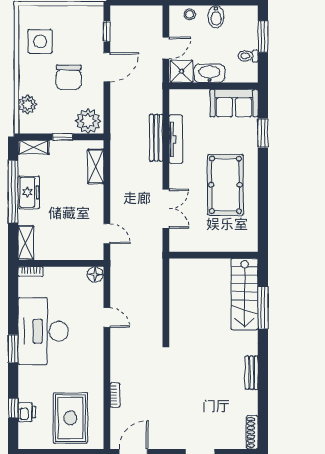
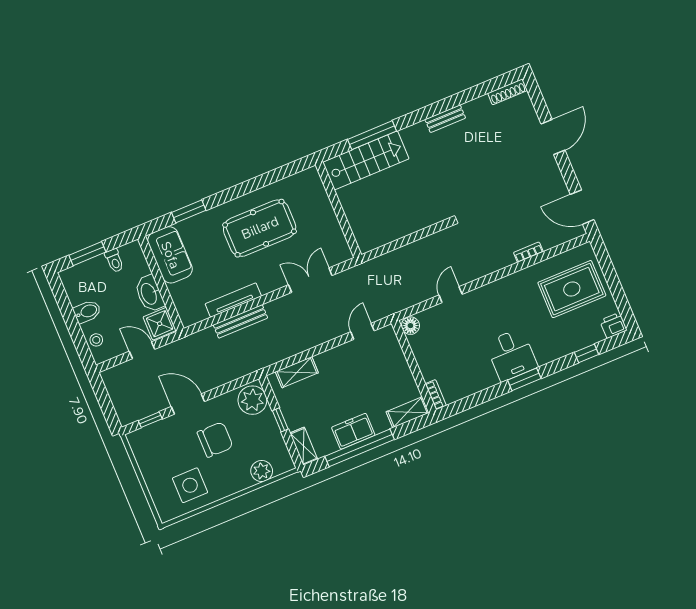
desk: (43, 331) -> (511, 355), width x0.53, depth x0.77
printer: (27, 412) -> (613, 325), moved

